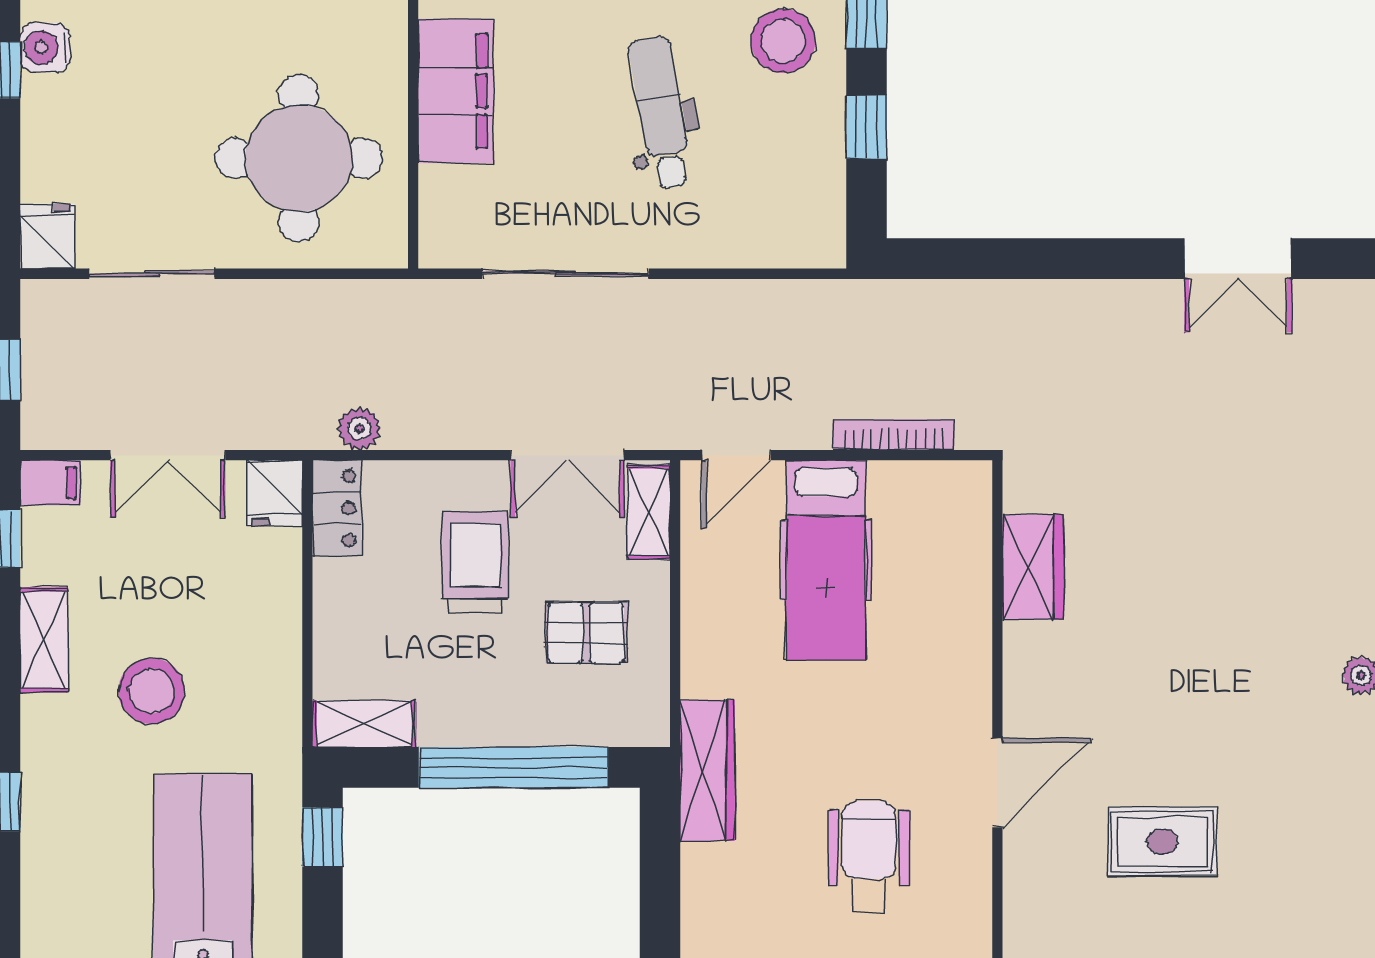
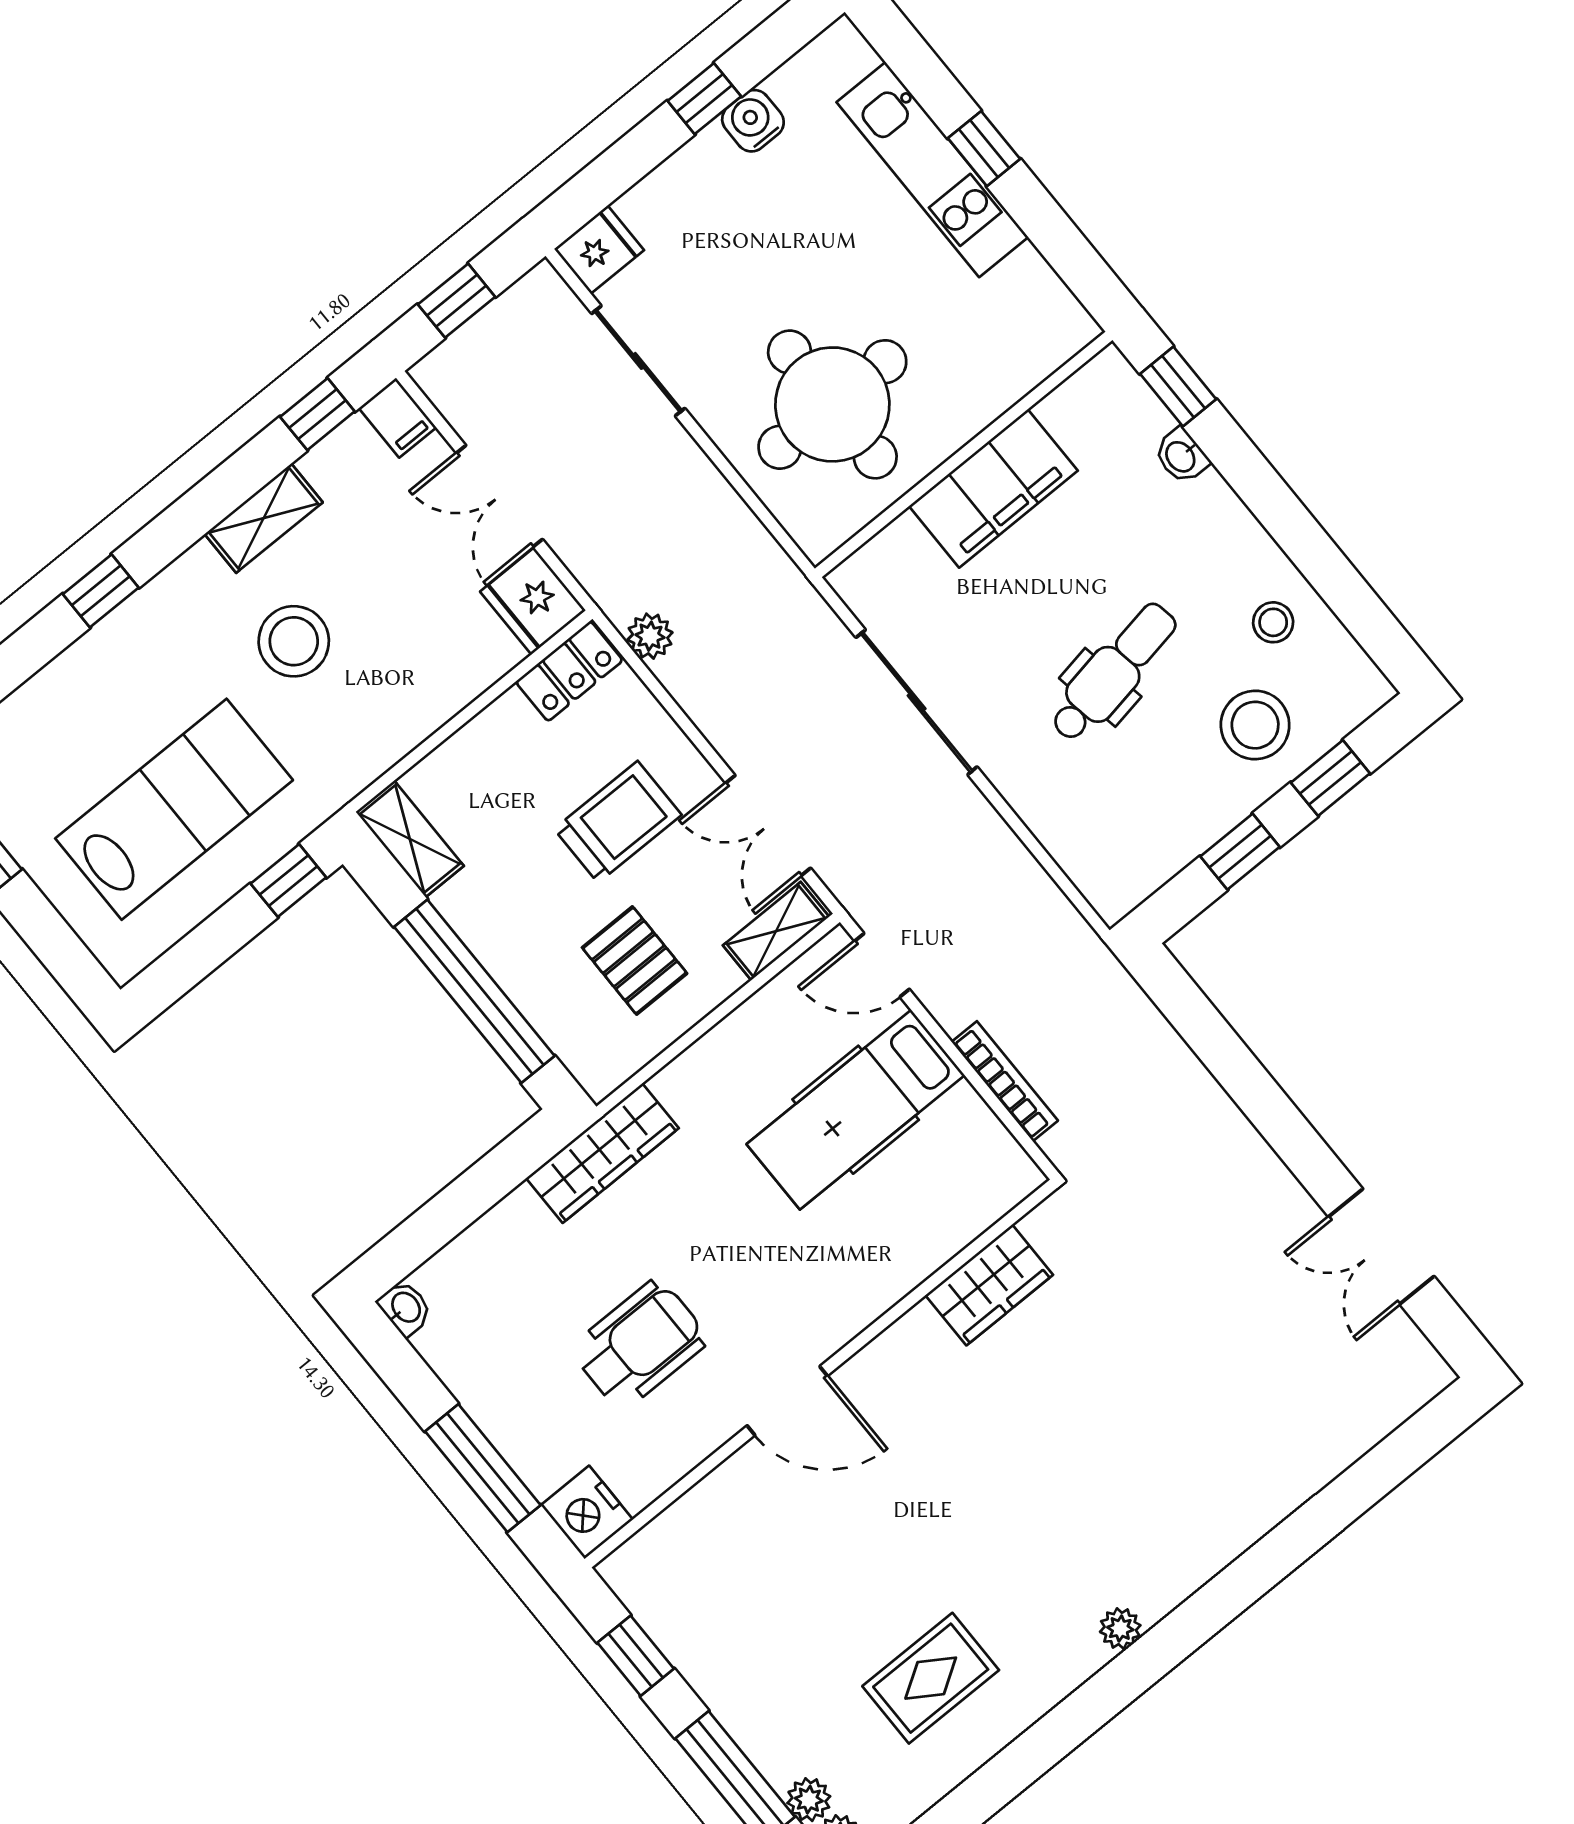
fridge: (275, 493) -> (533, 601), width x1.38
rug: (1162, 842) -> (931, 1678), moved, turned 90

